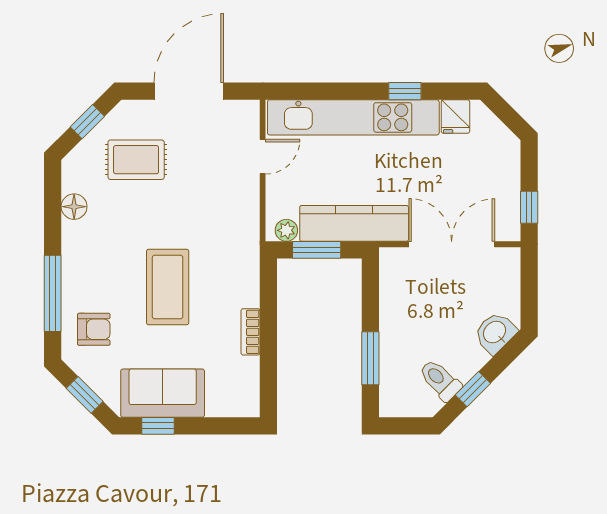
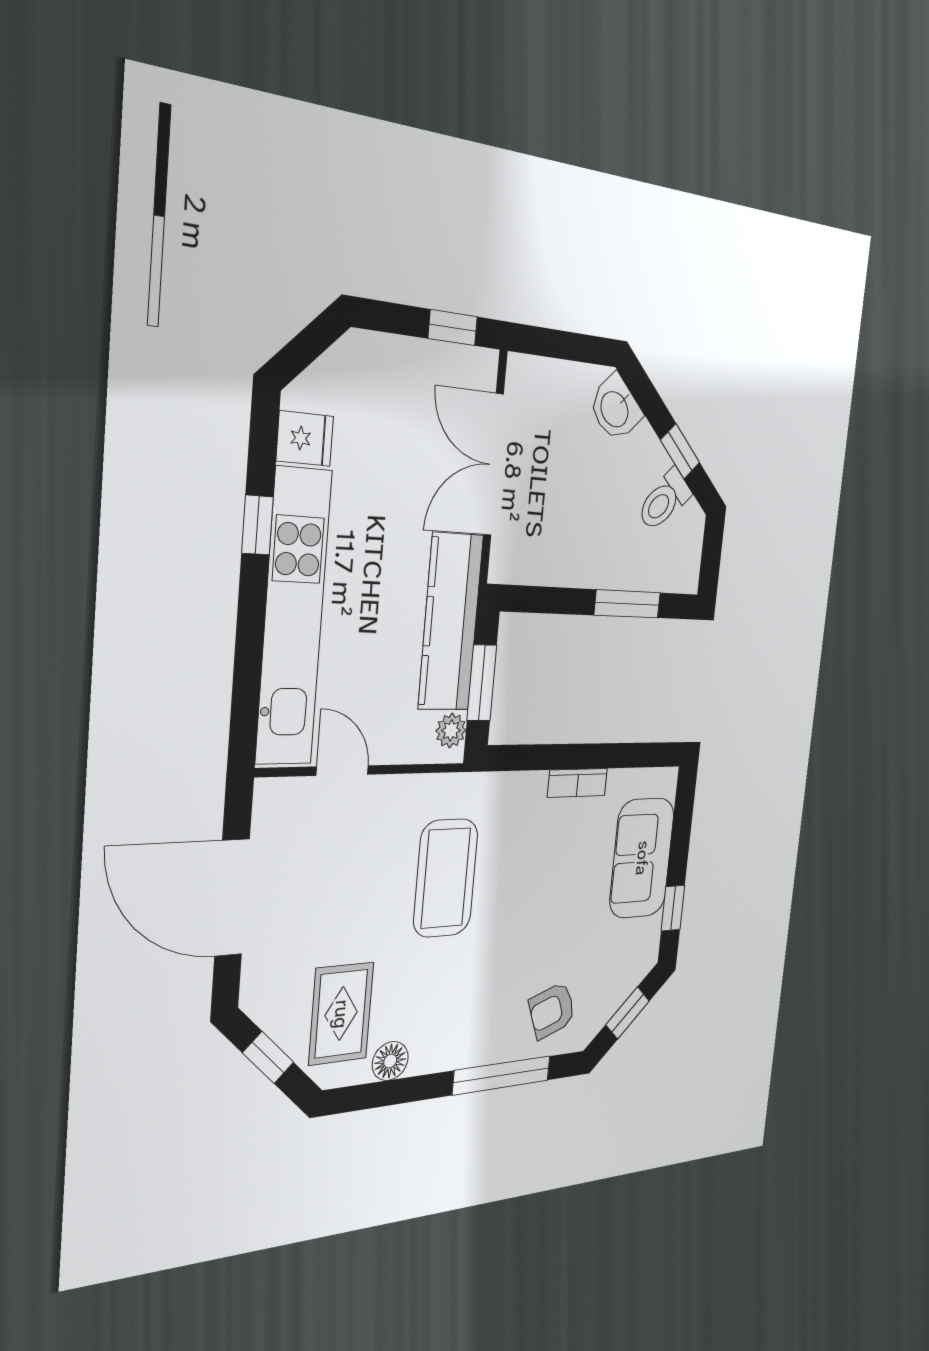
rug: (136, 160) -> (341, 1014), moved
coffee table: (168, 287) -> (446, 878), moved, turned 90
armchair: (94, 329) -> (552, 1010), turned -110
sofa: (163, 393) -> (642, 858), moved

